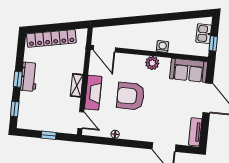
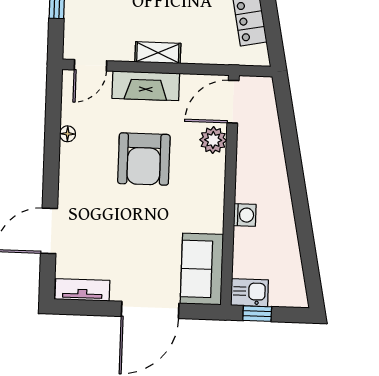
kitchen sink: (204, 34) -> (250, 293), moved
plant: (152, 63) -> (213, 140), moved
armchair: (131, 96) -> (144, 159), turned 180

